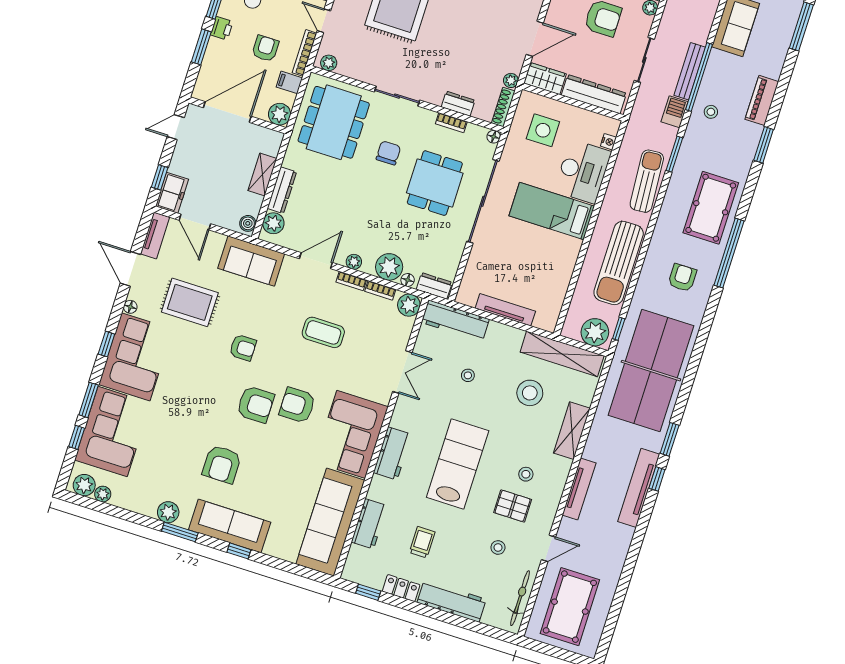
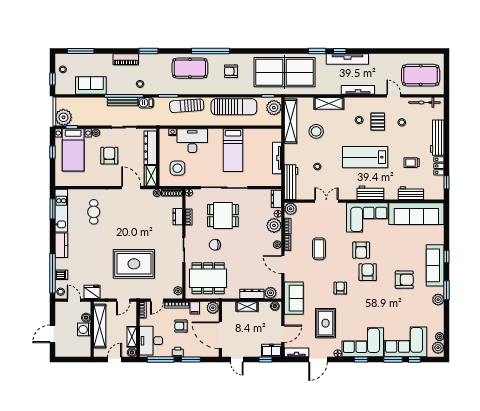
bed: (552, 211) -> (233, 150), moved

